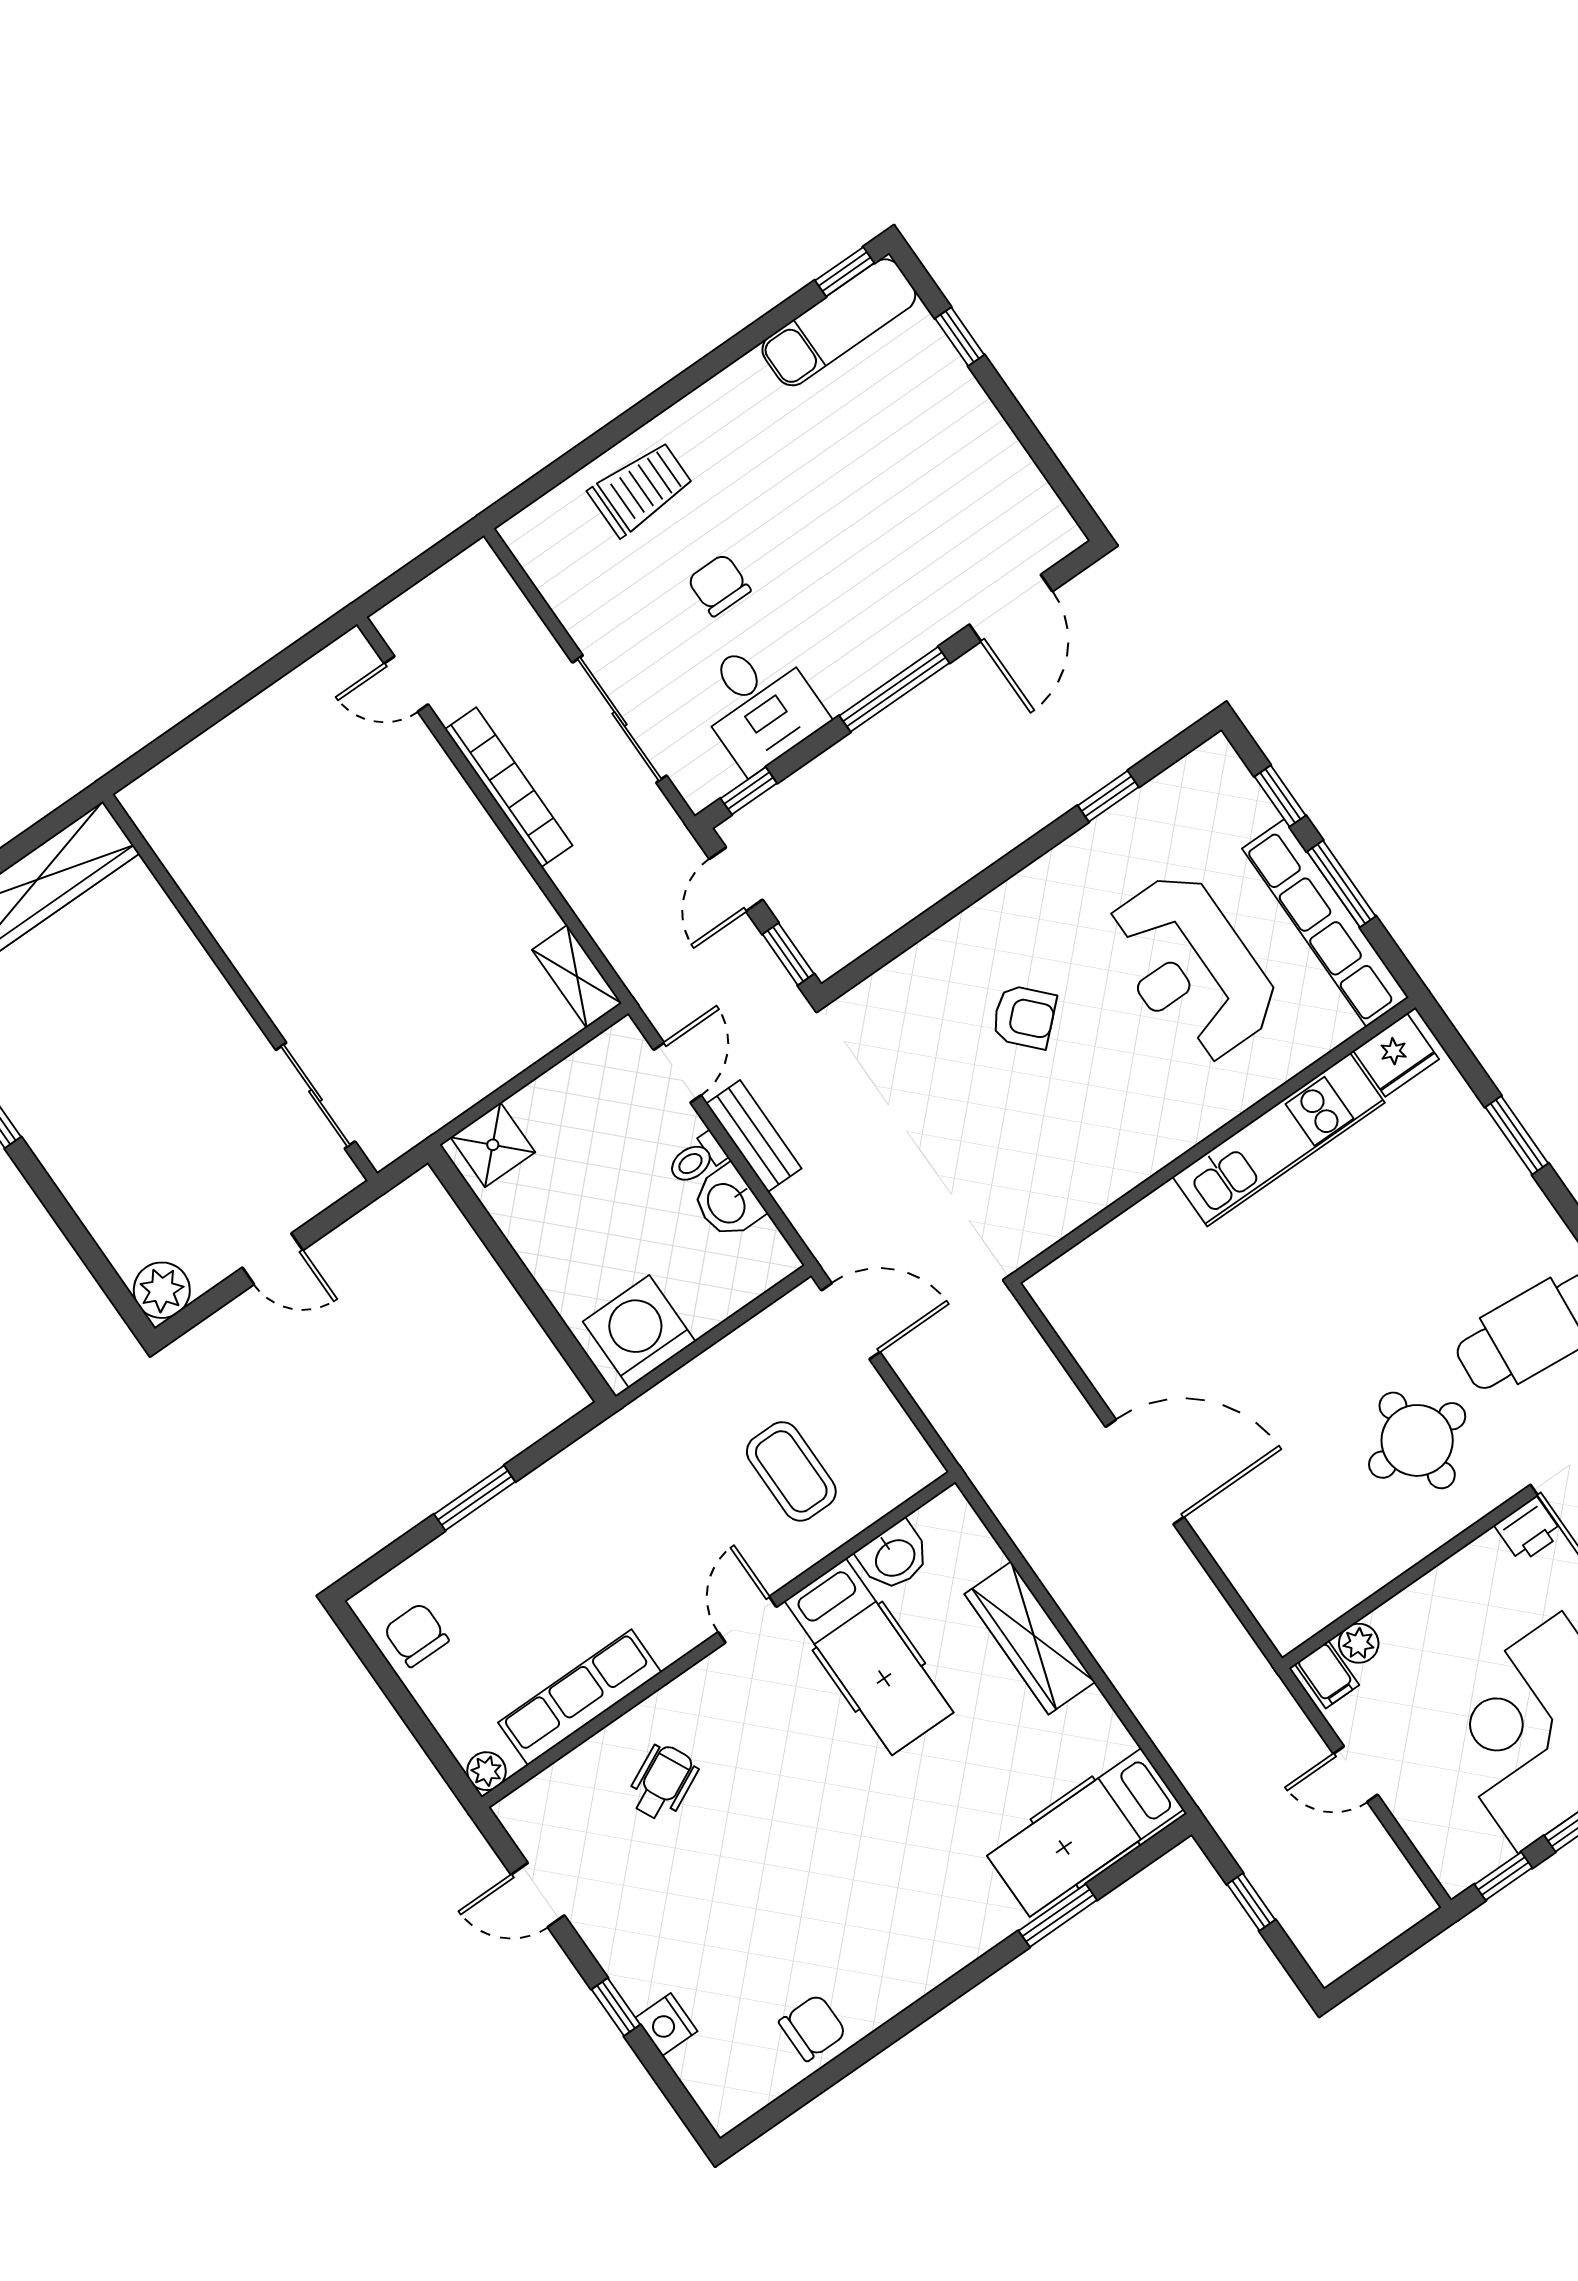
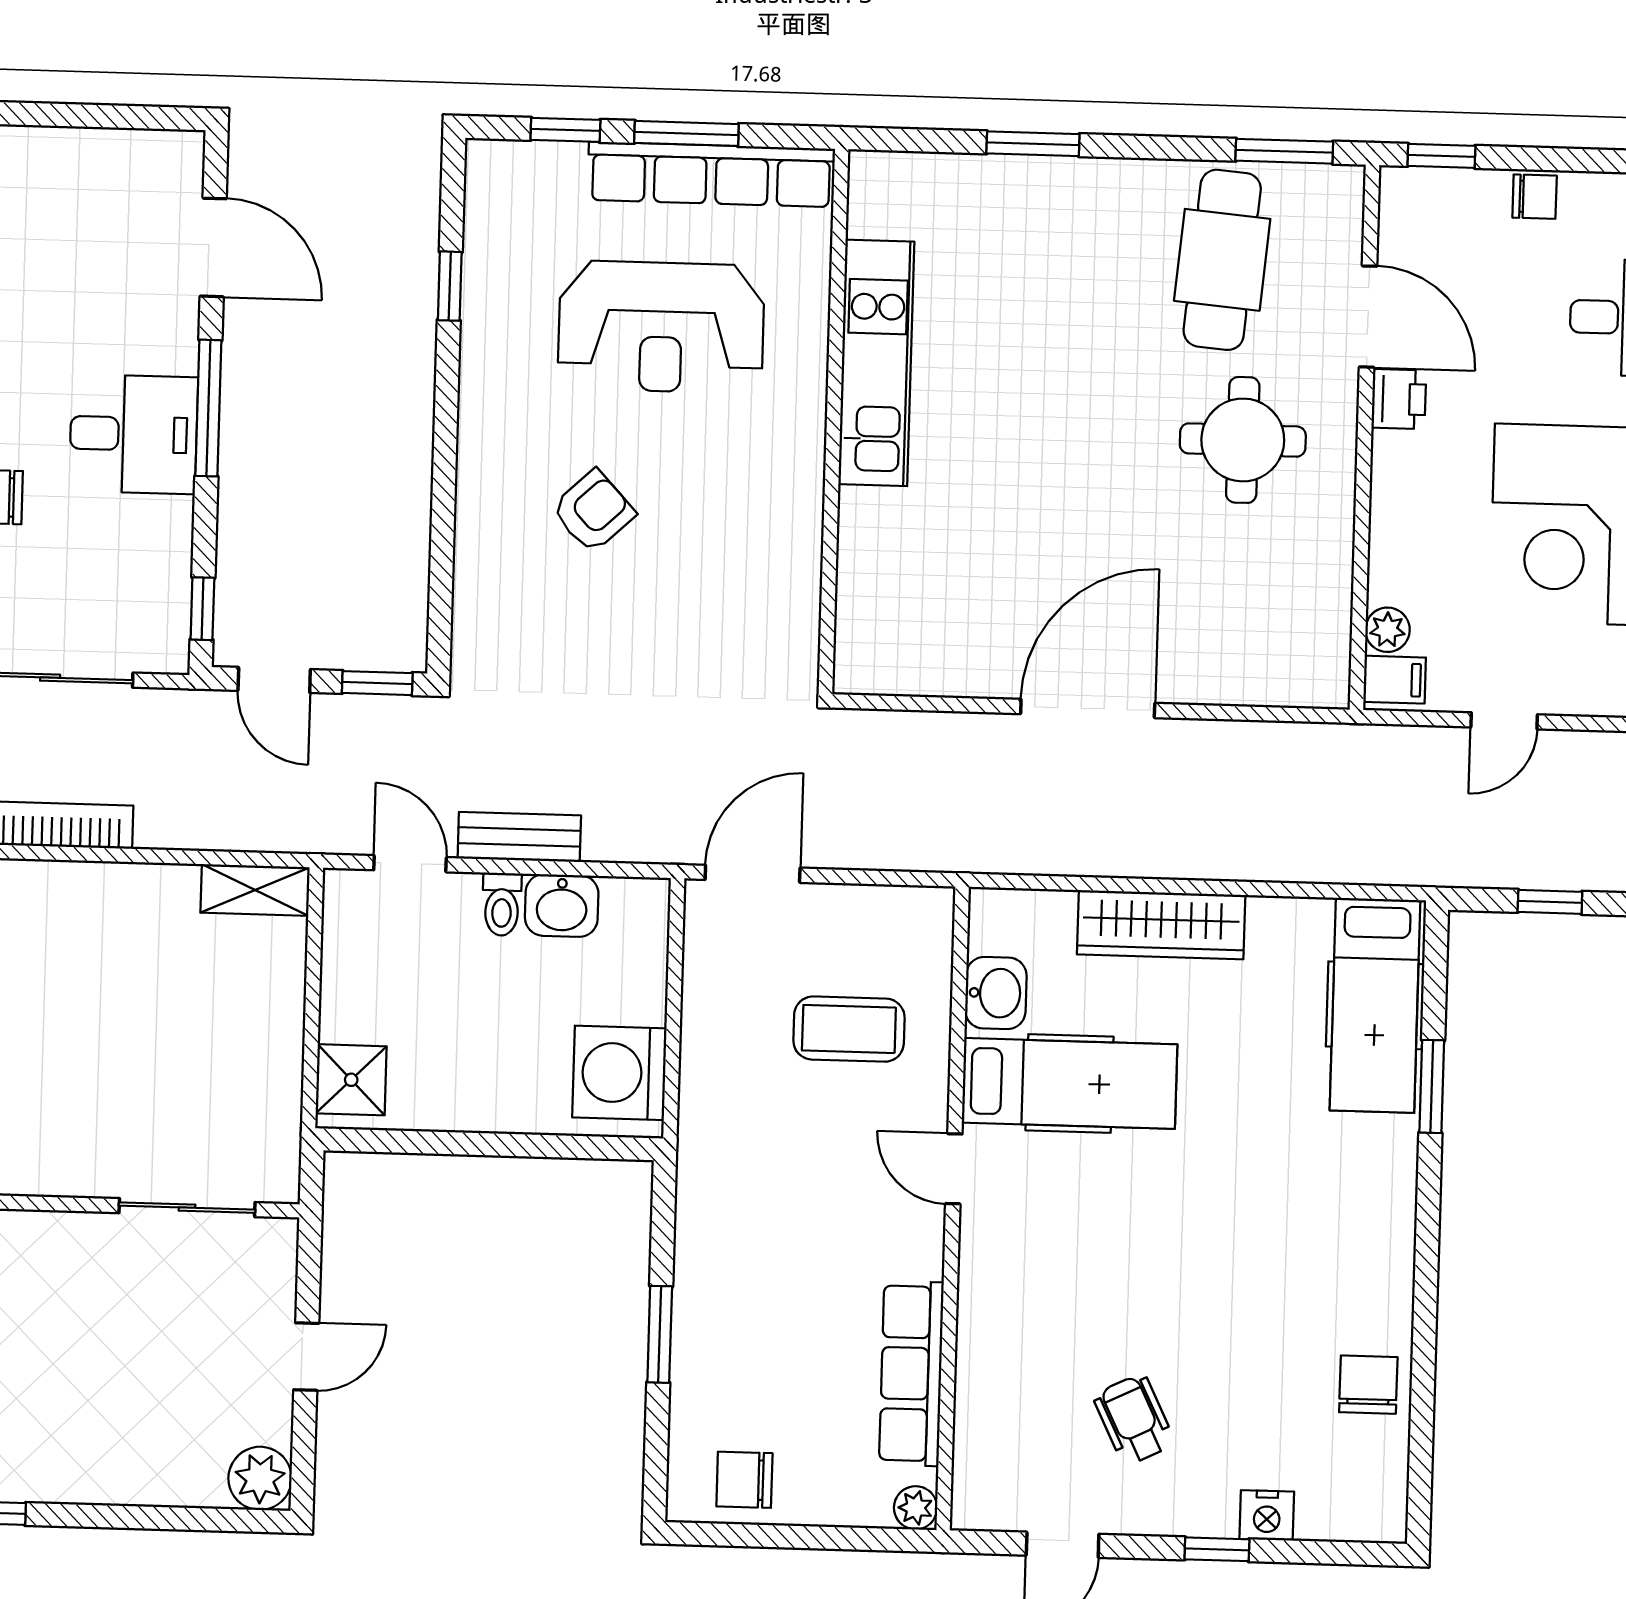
desk: (759, 704) -> (134, 434), moved
fridge: (1396, 1055) -> (879, 199), removed
wheelchair: (662, 1783) -> (1134, 1420), moved

